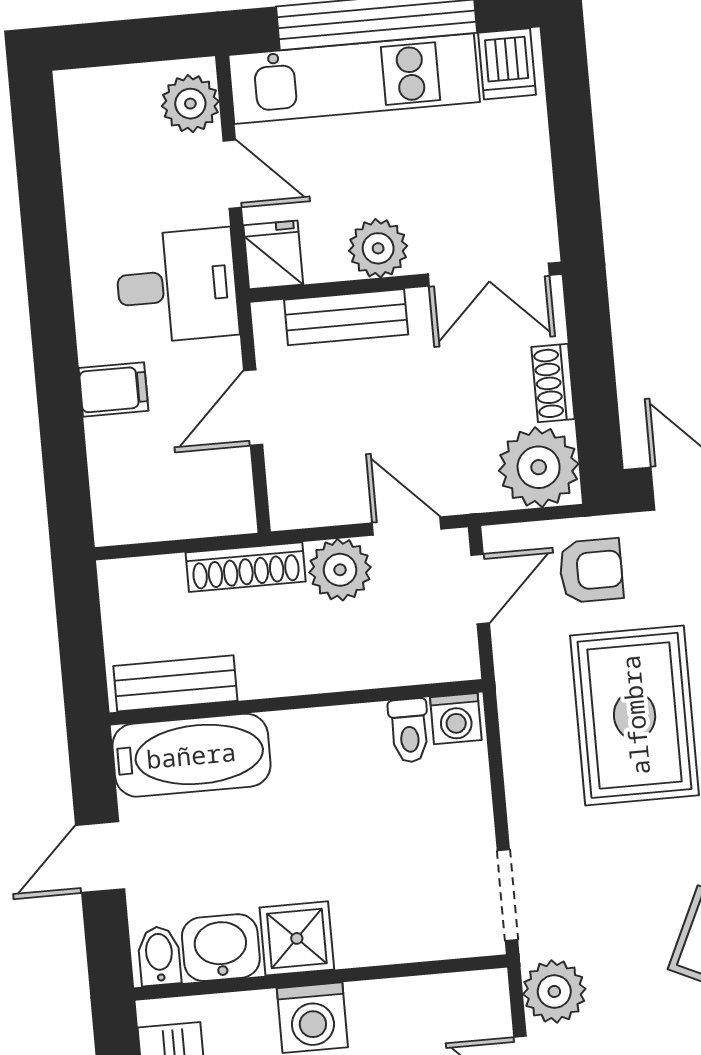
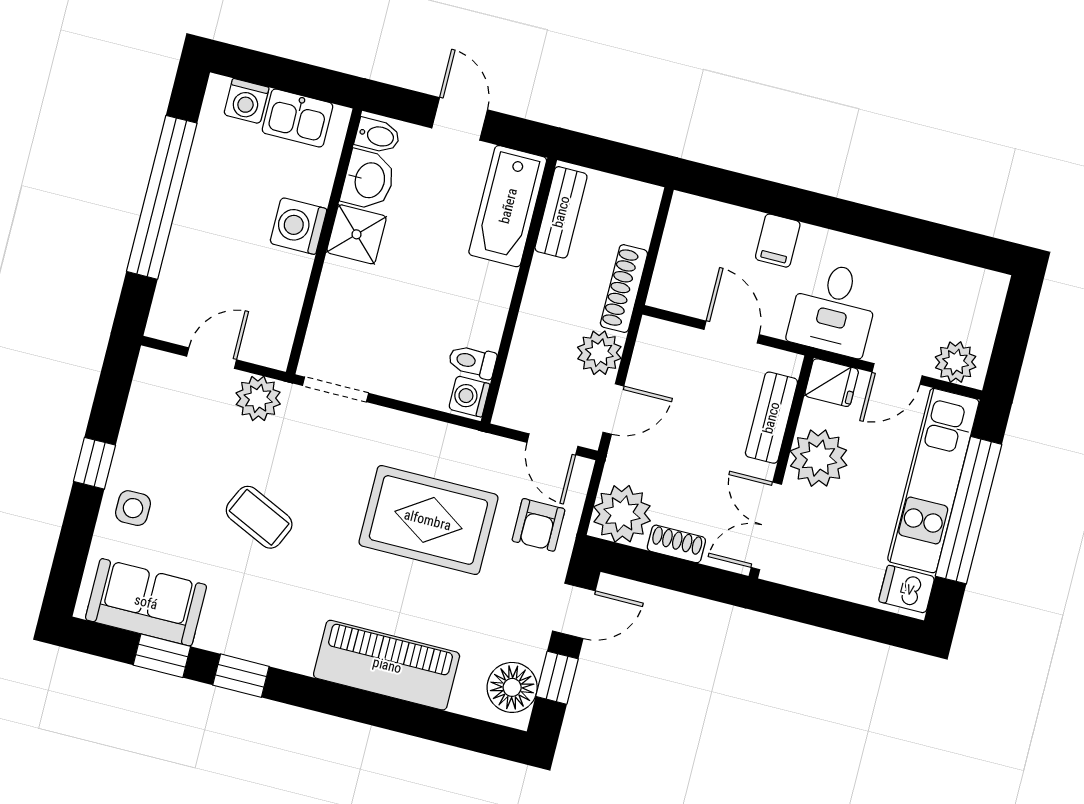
plant: (378, 248) -> (819, 458), width x1.36, depth x1.36

